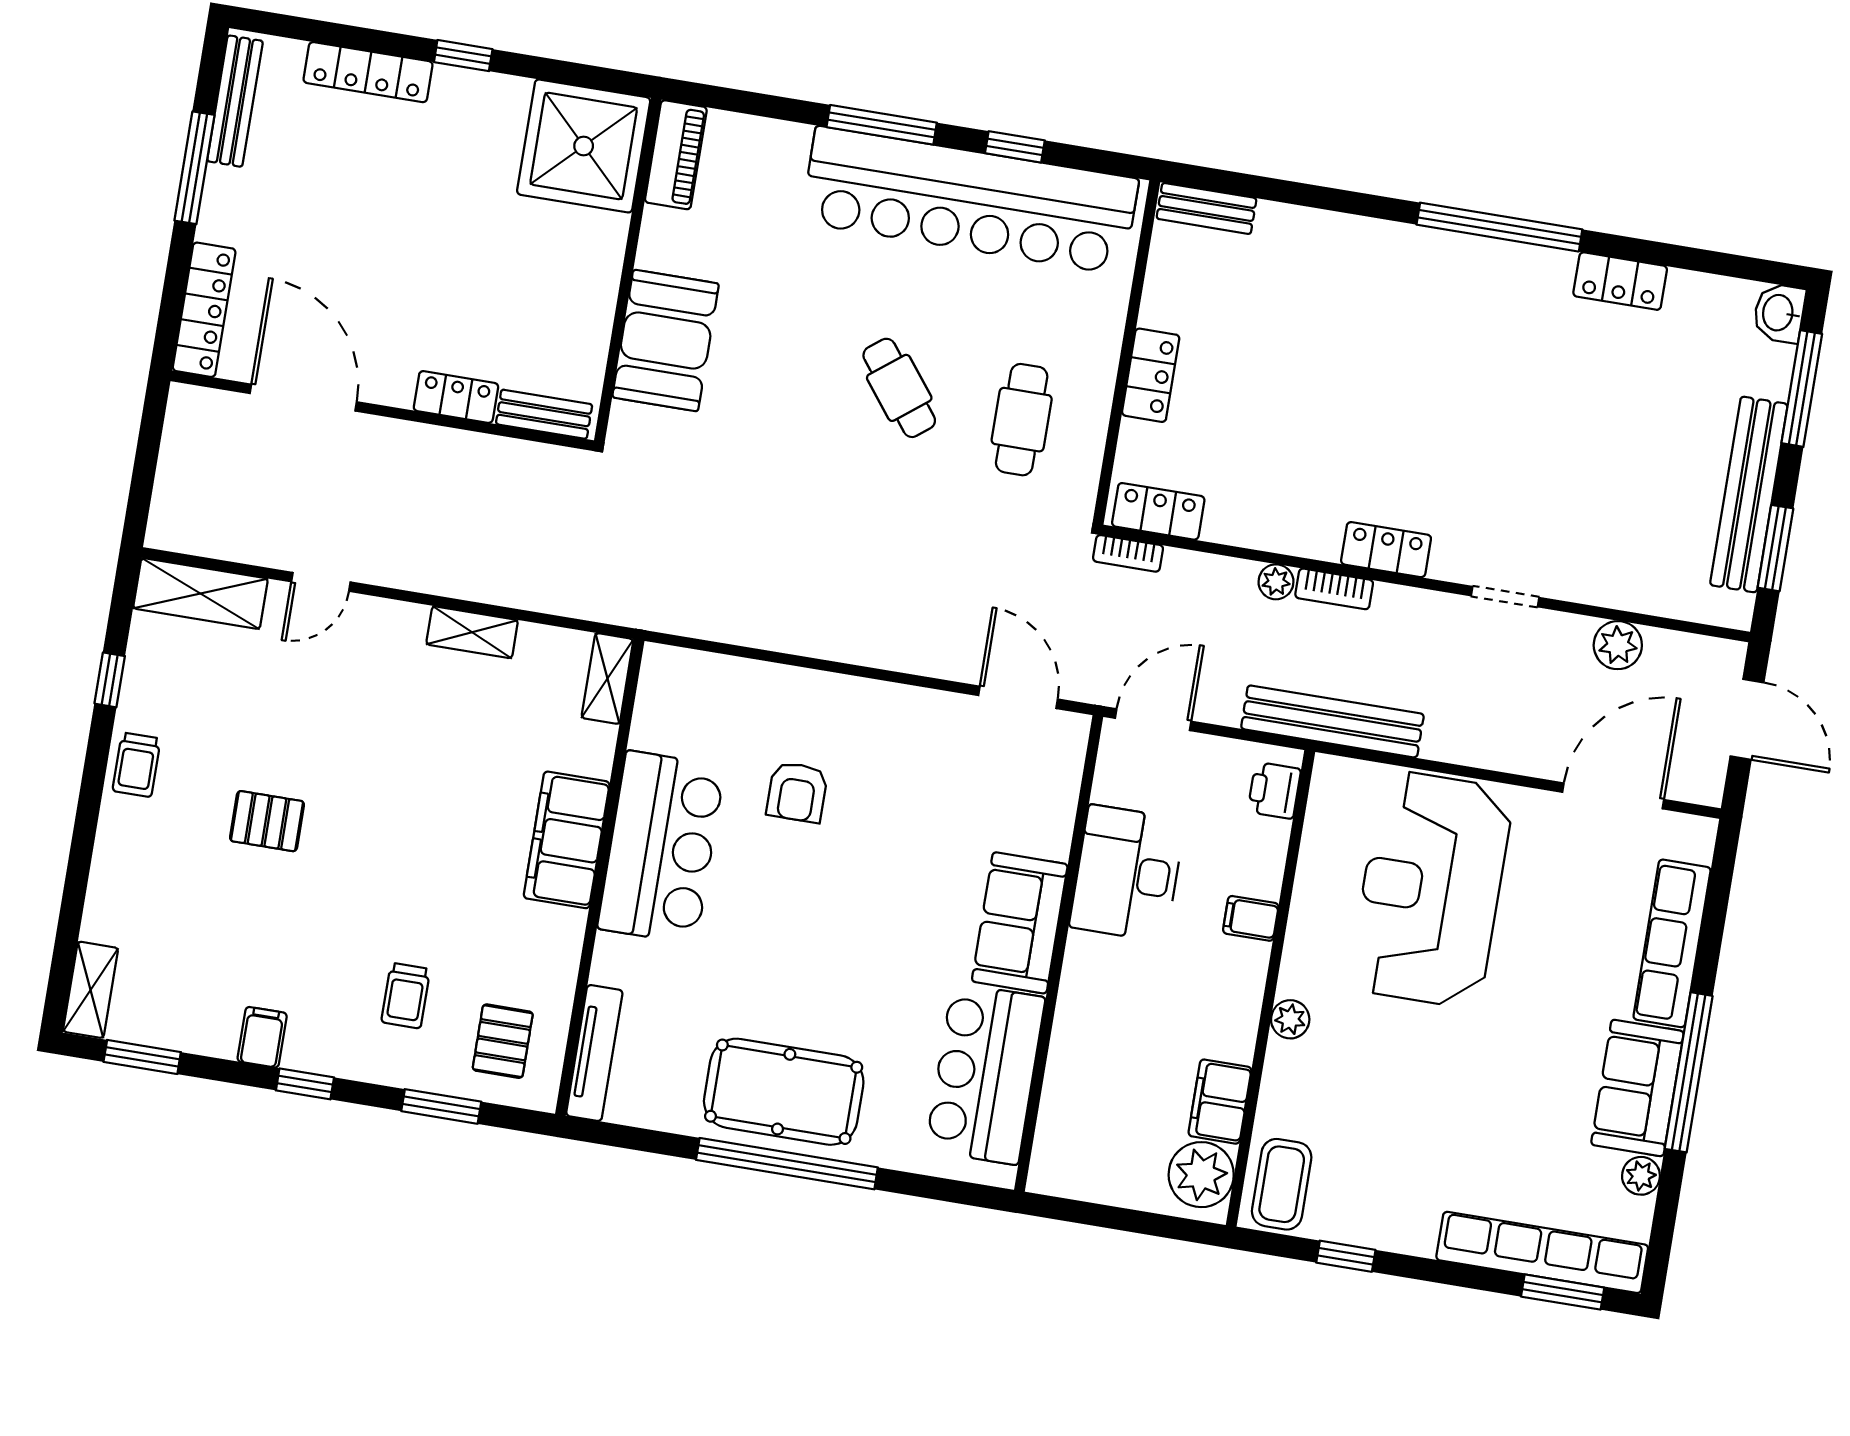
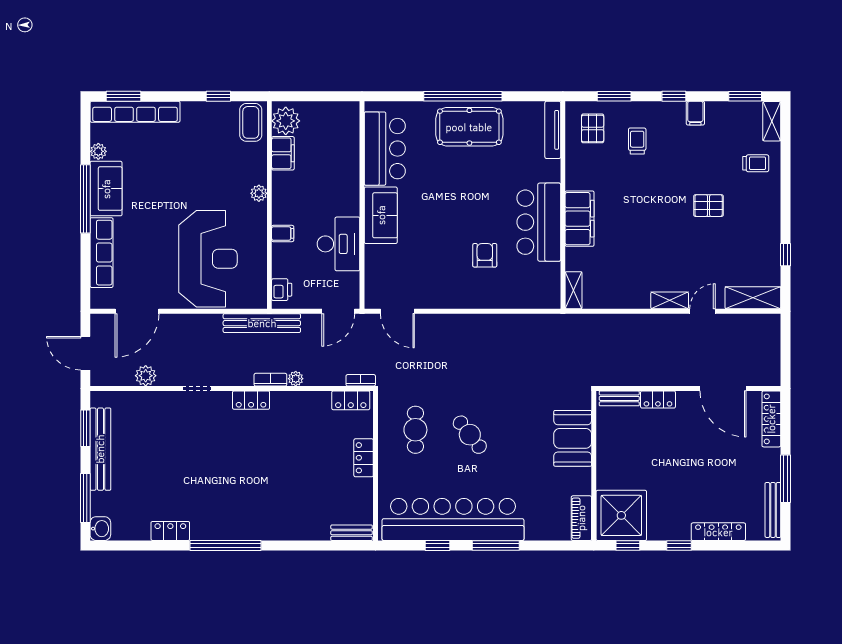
window: (580, 75) -> (628, 545), added
shelving: (472, 632) -> (670, 300), moved
trolley: (137, 765) -> (756, 163), moved, turned 90

